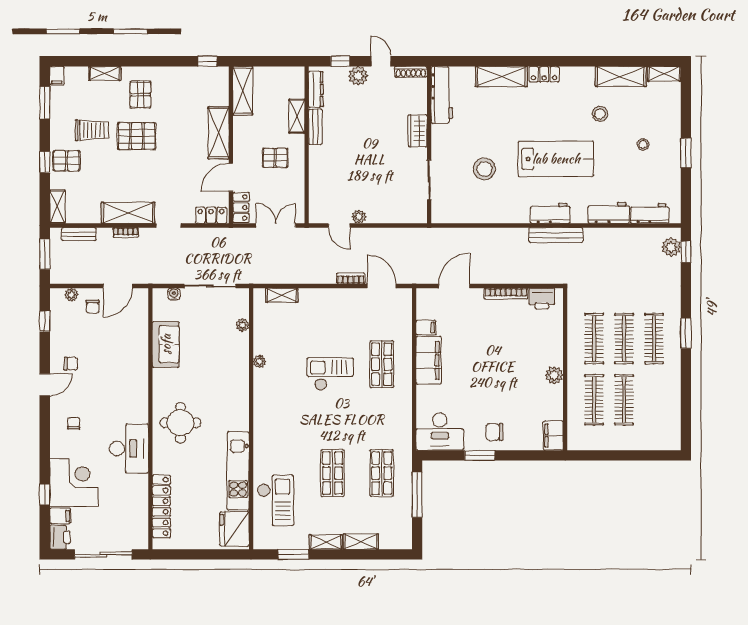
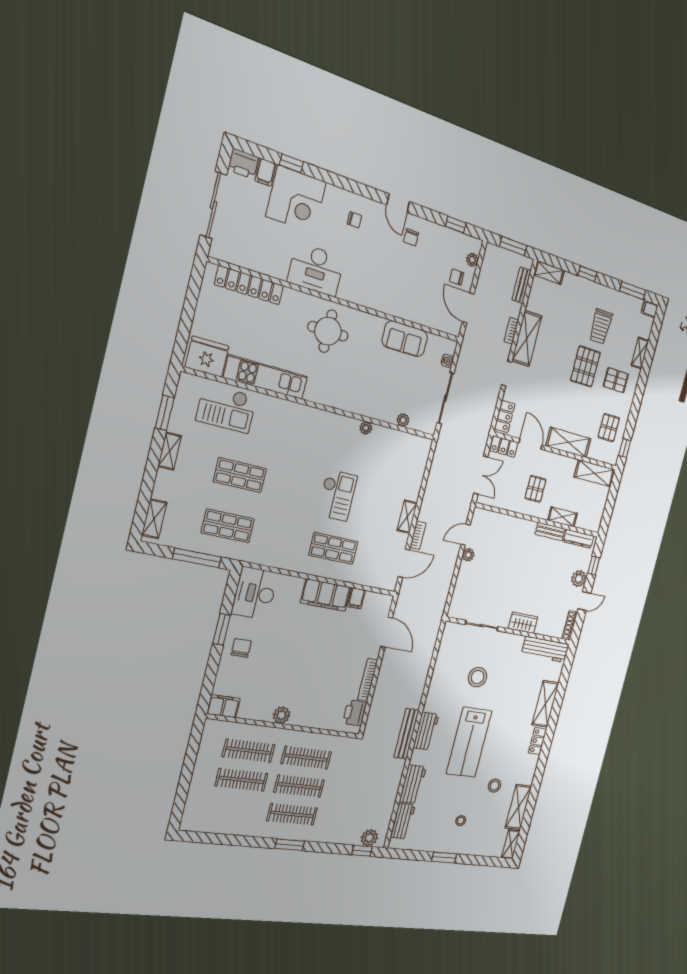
pallet: (66, 161) -> (609, 428), moved
shelving: (282, 295) -> (407, 517), moved
shelving: (361, 542) -> (154, 519), moved

